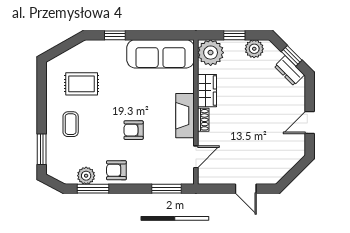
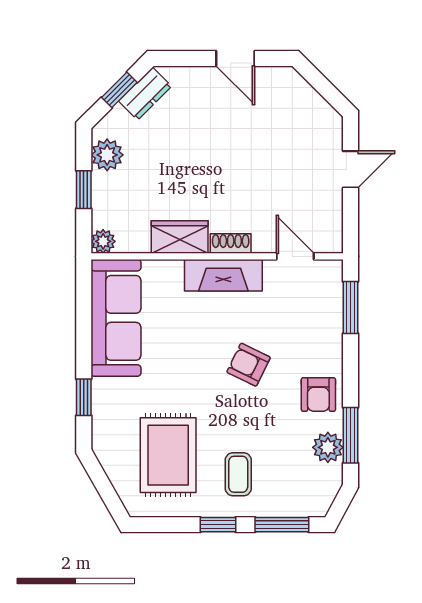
plant: (211, 53) -> (103, 241), width x0.53, depth x0.53
rug: (82, 84) -> (168, 455), width x1.36, depth x1.43
window: (42, 113) -> (218, 525), added
coffee table: (71, 124) -> (238, 474), turned 90
armchair: (134, 130) -> (249, 365), turned 116

